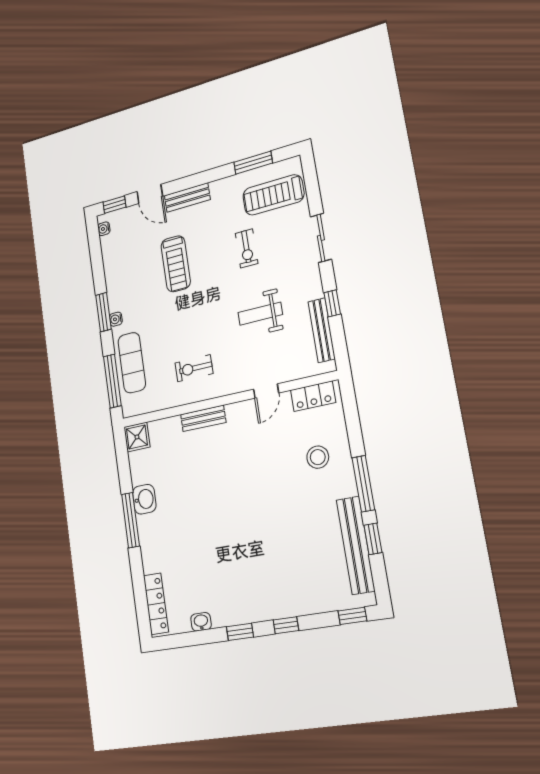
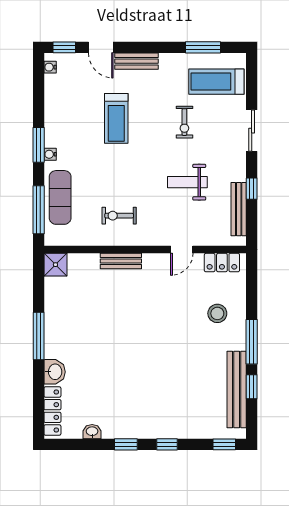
washbasin: (144, 499) -> (55, 372), moved

